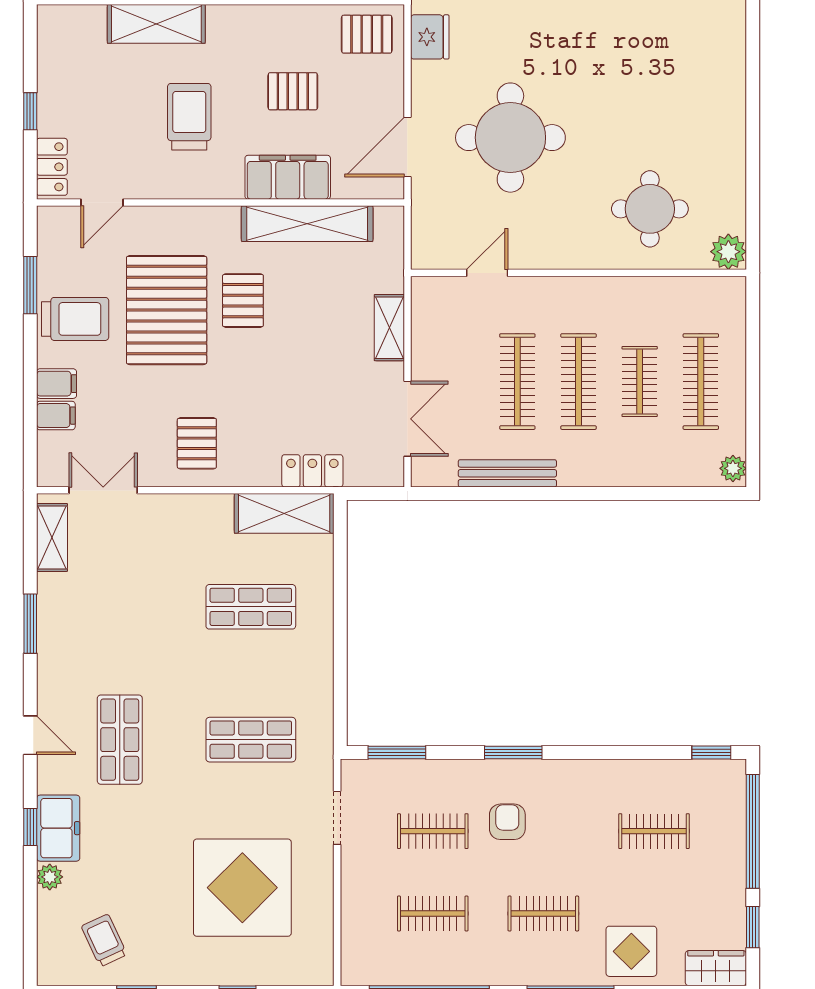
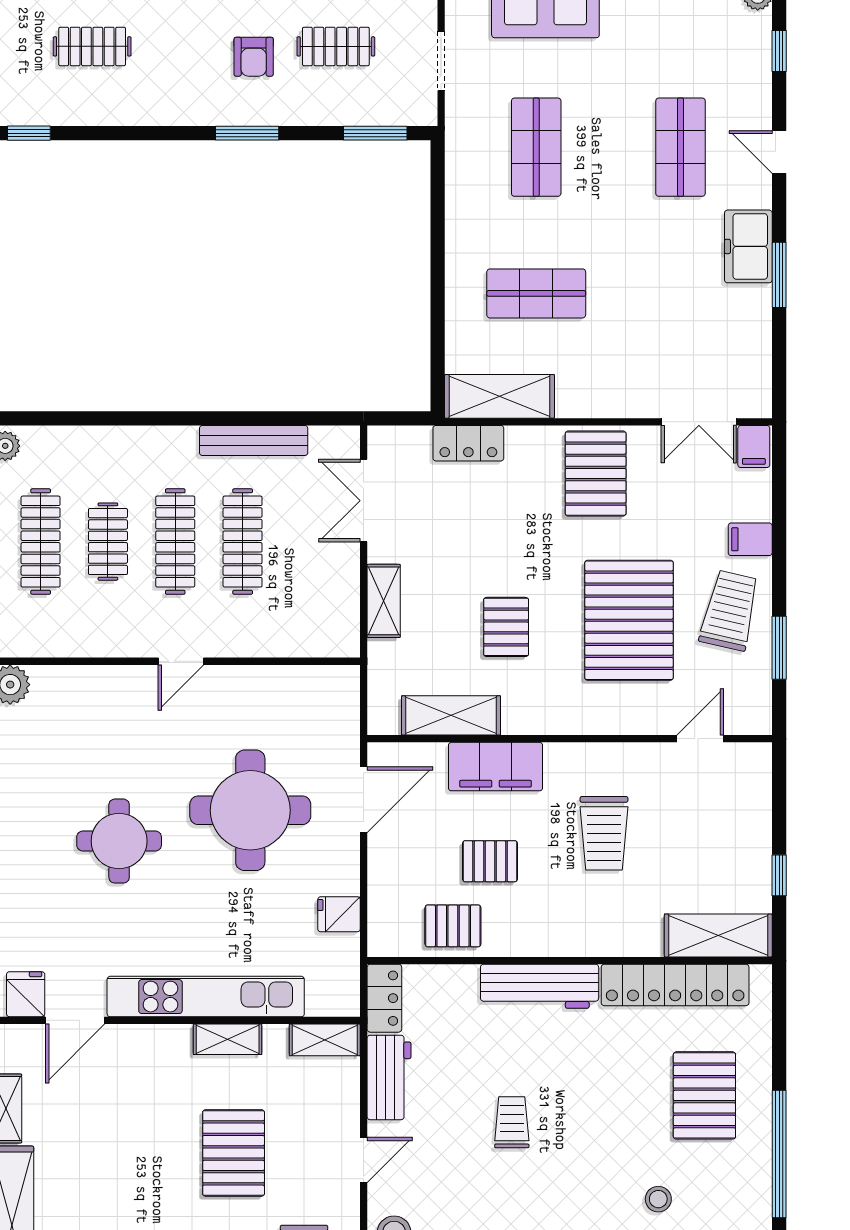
shelving: (156, 24) -> (718, 935), moved
pallet: (367, 34) -> (453, 926), moved
fridge: (430, 37) -> (339, 914), width x0.72
window: (30, 111) -> (779, 875), moved
locker: (52, 167) -> (755, 778), removed
round table: (650, 209) -> (119, 841), moved
shelving: (307, 224) -> (451, 715), width x0.68
door: (487, 273) -> (181, 661), moved
pallet: (243, 301) -> (506, 627), moved
trolley: (75, 319) -> (730, 611), turned 103
filing cabinet: (56, 416) -> (754, 447), moved, turned -90
pallet: (197, 443) -> (596, 474), width x1.50, depth x1.42
shelving: (52, 537) -> (755, 370), removed
shop shelf: (251, 740) -> (536, 147), turned 90
freezer: (58, 828) -> (748, 246), moved

